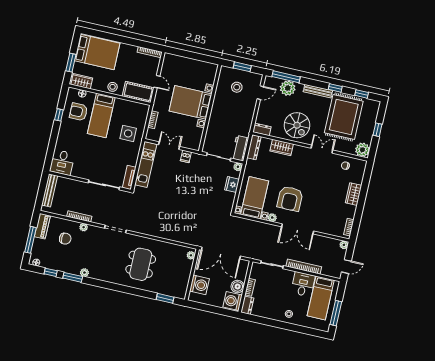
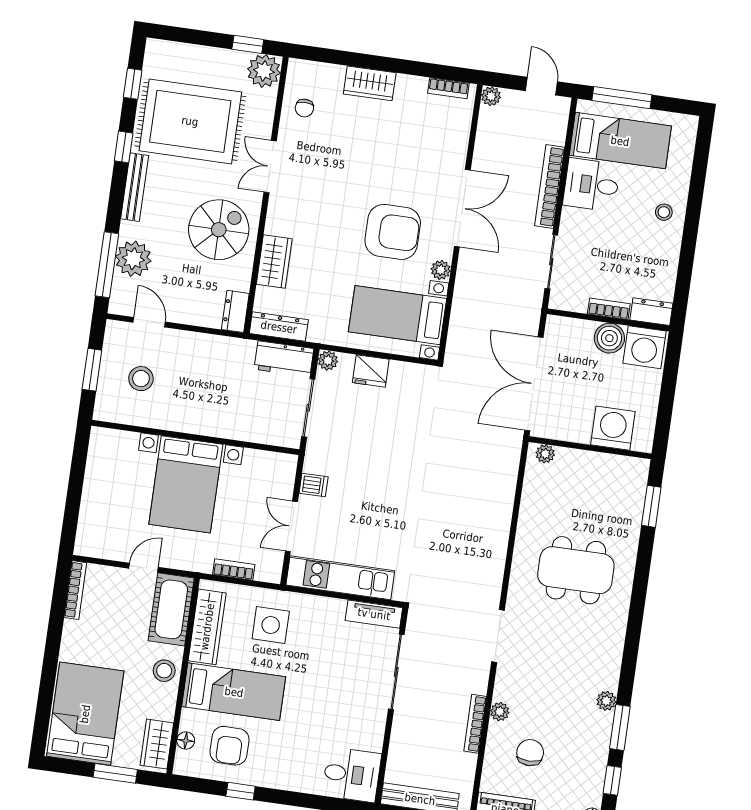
wardrobe: (130, 107) -> (207, 627), added
window: (377, 130) -> (248, 44), moved
double door: (221, 253) -> (534, 384), swing flipped
window: (336, 313) -> (622, 98), moved

